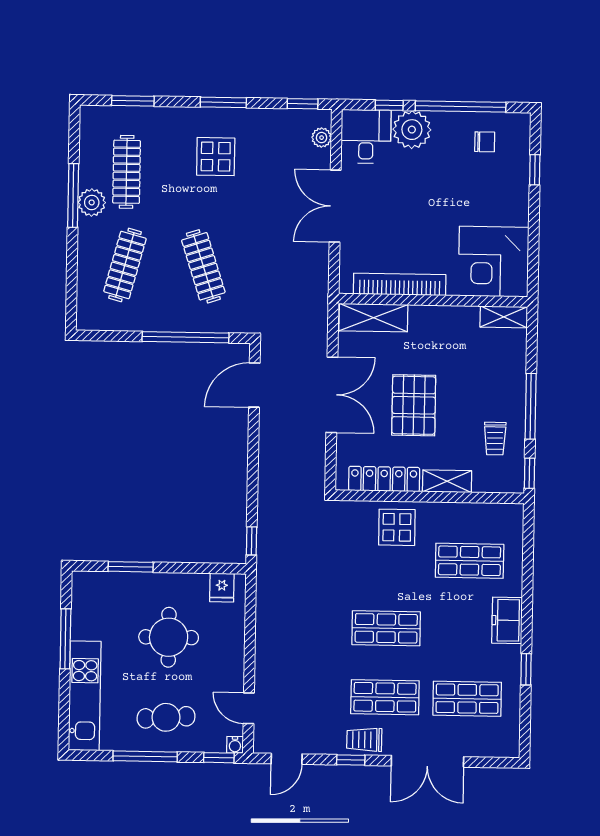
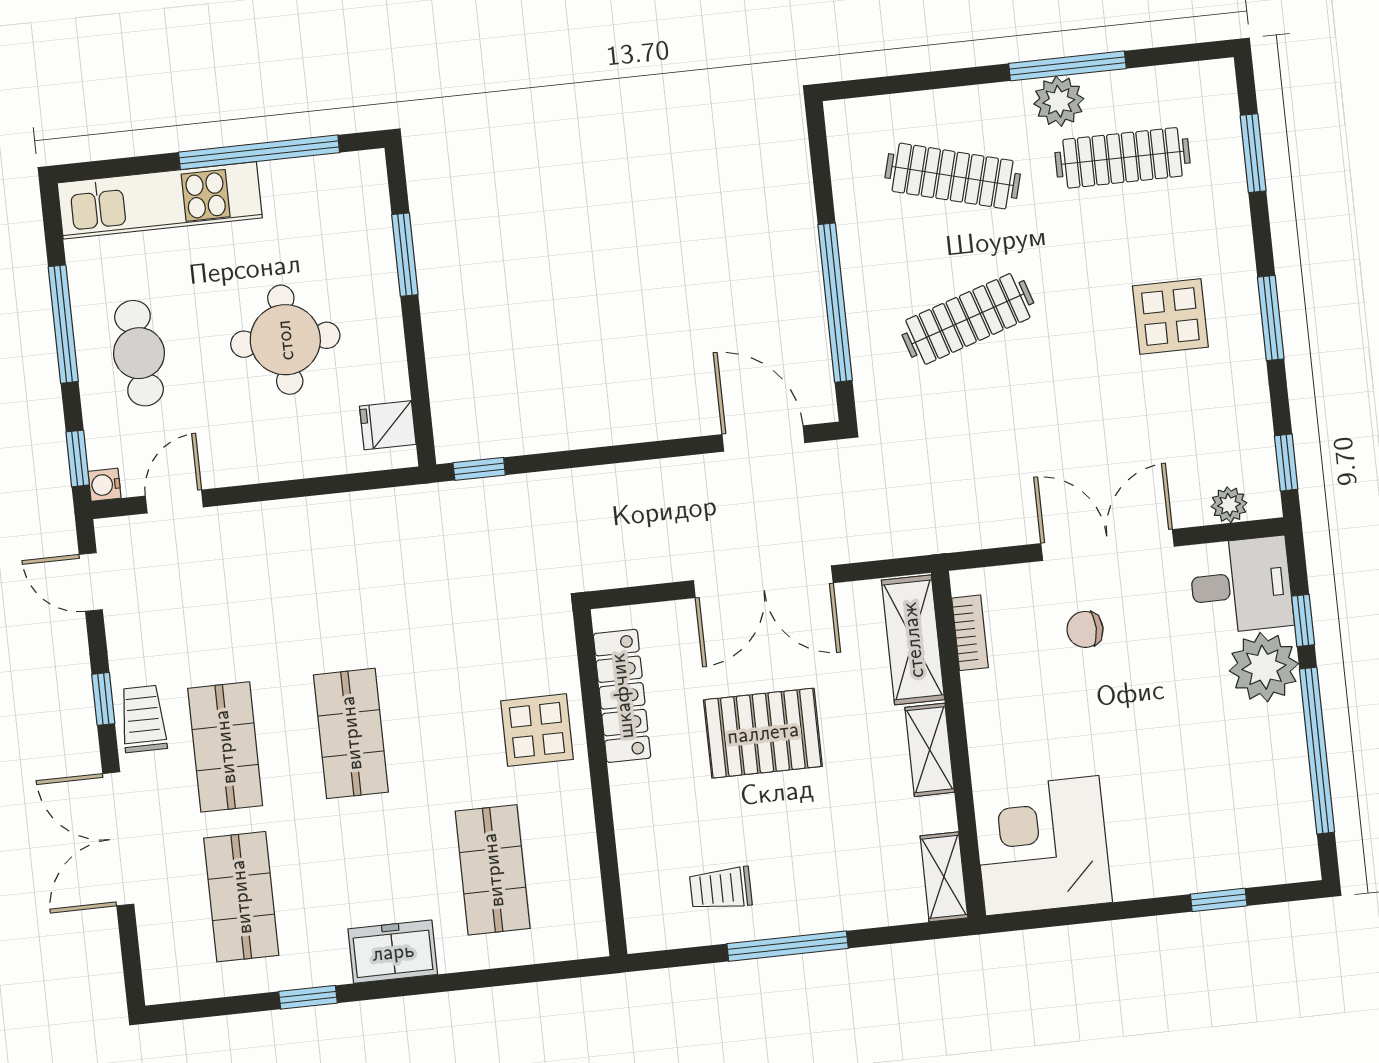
chair: (485, 142) -> (1085, 629), moved, turned 90
bookcase: (400, 284) -> (970, 633), width x0.43, depth x0.76
window: (529, 473) -> (665, 959), removed
shelving: (447, 481) -> (930, 750), moved
window: (65, 639) -> (259, 152), width x1.46

